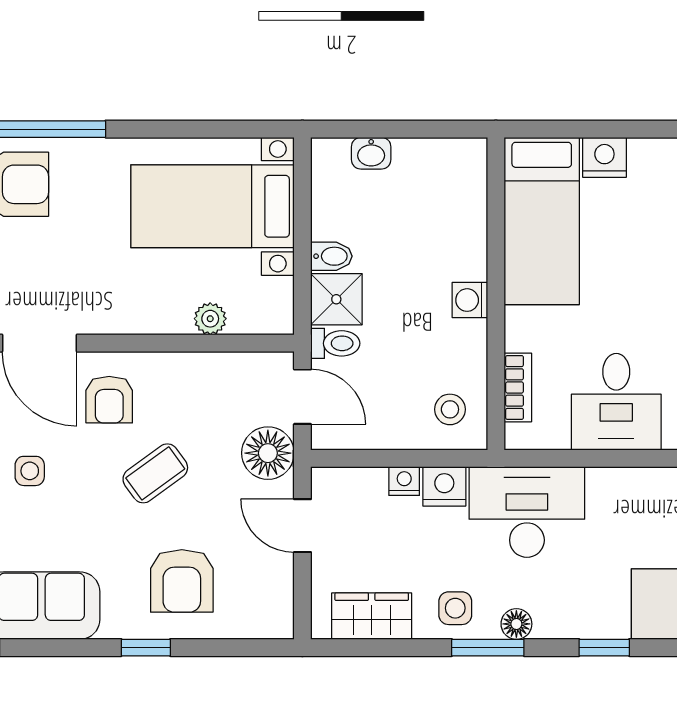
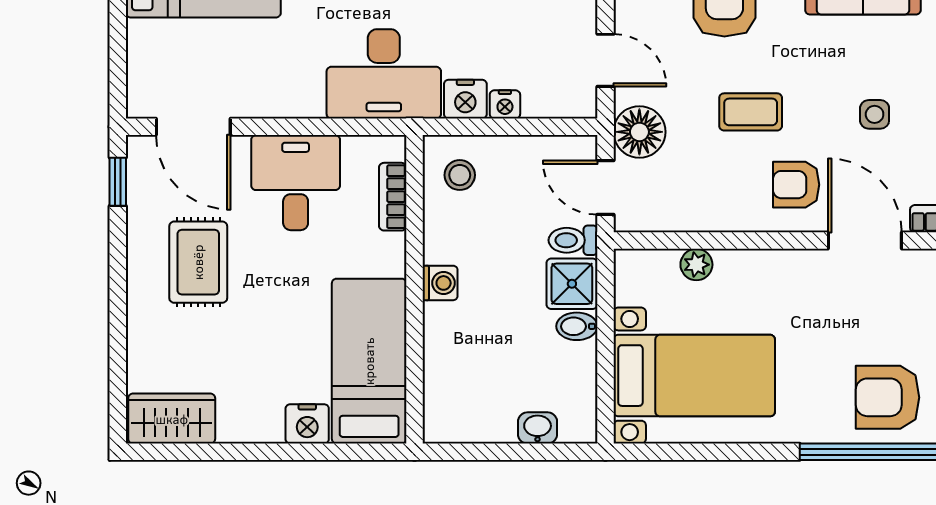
armchair: (109, 400) -> (796, 185), turned -90
coffee table: (155, 473) -> (751, 112), turned 36

